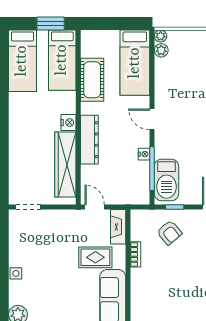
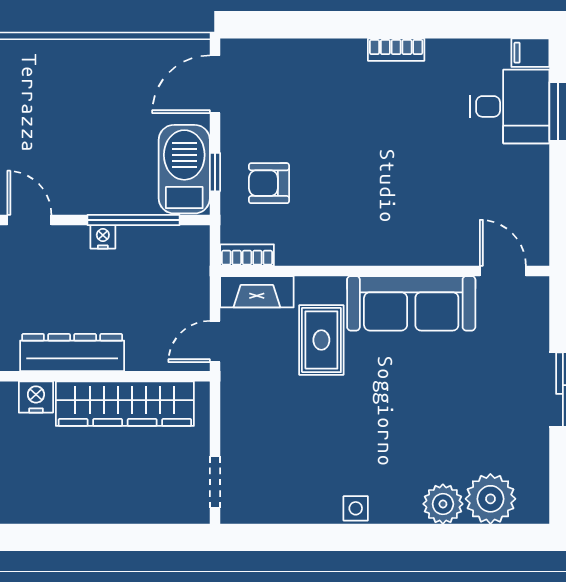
door: (152, 119) -> (29, 220), swing flipped
barbecue: (166, 180) -> (184, 169), moved, turned -90
armchair: (169, 233) -> (269, 183), turned -140
bookcase: (135, 254) -> (247, 255), moved

